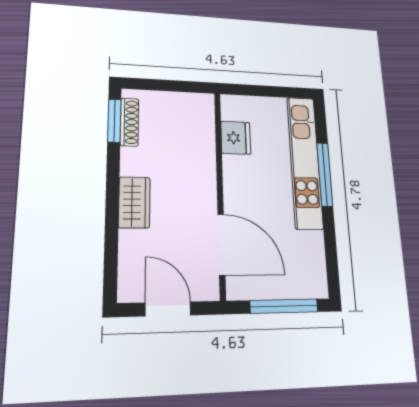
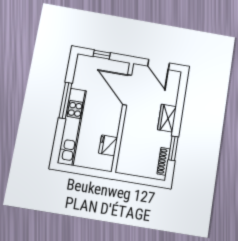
window: (114, 121) -> (173, 148), moved
window: (325, 174) -> (65, 100), moved
window: (284, 306) -> (102, 55), width x0.46

